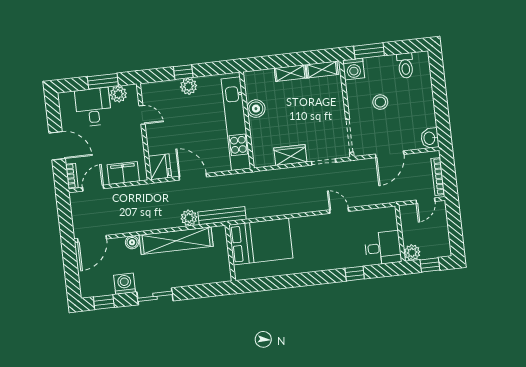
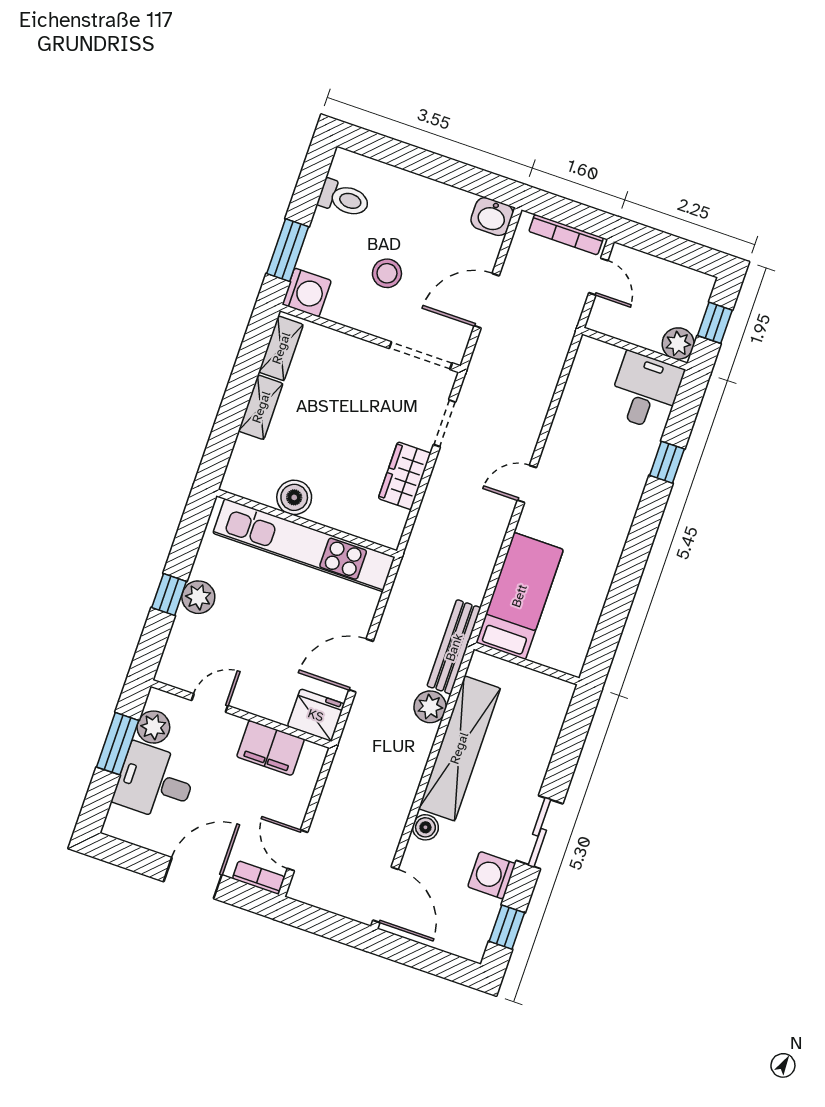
door: (390, 154) -> (487, 301), swing flipped
filing cabinet: (123, 173) -> (271, 748), moved, turned -90
door: (339, 211) -> (527, 484), moved
bed: (261, 241) -> (519, 596), width x0.67

